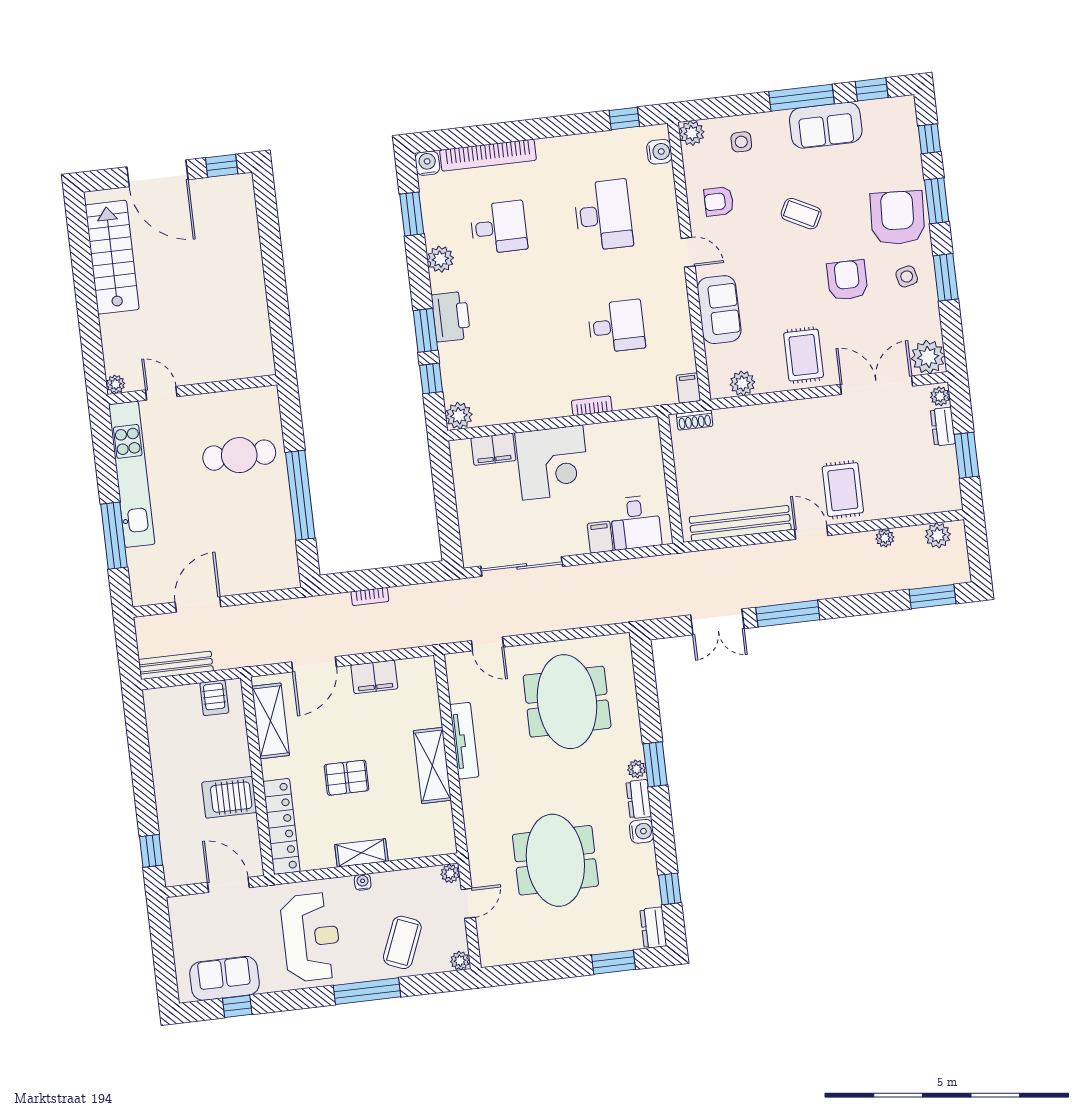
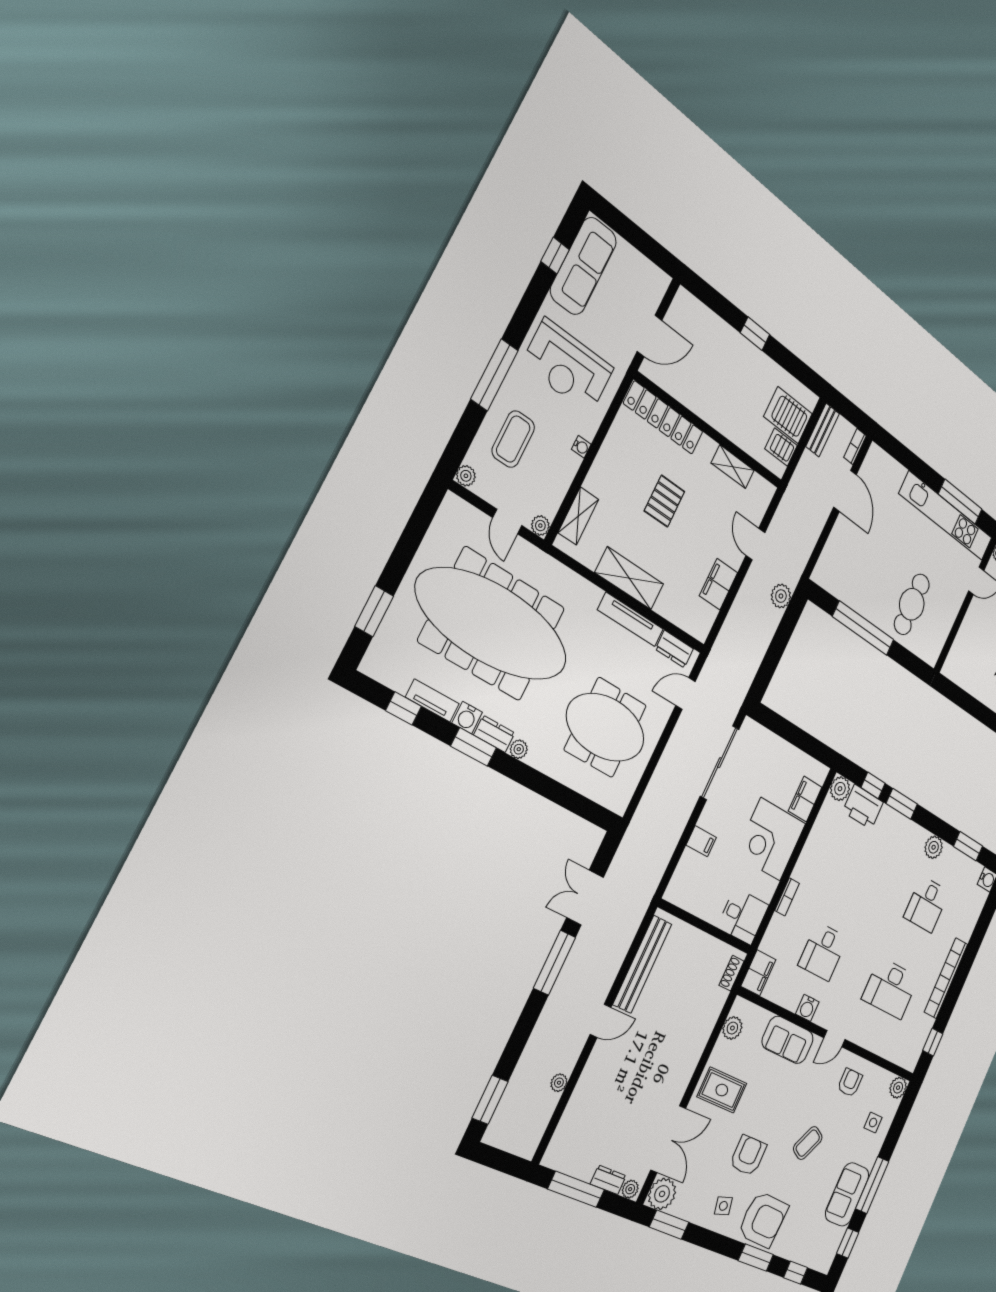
water cooler: (659, 152) -> (807, 1008), moved
bookcase: (488, 155) -> (946, 978), moved
window: (946, 277) -> (669, 1225), moved
armchair: (847, 280) -> (748, 1155), turned -90
printer: (451, 317) -> (863, 807), moved
filing cabinet: (688, 388) -> (758, 973), width x2.00
window: (967, 455) -> (576, 1189), width x1.44
rug: (843, 490) -> (615, 1067), removed
desk: (636, 522) -> (743, 916), moved, turned 180
plant: (938, 535) -> (781, 596), moved
window: (114, 536) -> (960, 502), moved
bookcase: (370, 597) -> (855, 446), moved
door: (314, 664) -> (755, 544), width x0.73
bench: (176, 665) -> (822, 430), width x0.73
shelving: (271, 721) -> (733, 467), width x0.67, depth x0.75
window: (655, 764) -> (474, 747), moved
server rack: (229, 797) -> (788, 415), moved, turned -90
window: (151, 851) -> (755, 334), moved
shelving: (361, 853) -> (578, 516), moved
meeting table: (555, 860) -> (492, 624), width x1.86, depth x1.27
tv unit: (648, 870) -> (432, 700), added
dresser: (653, 928) -> (674, 649), moved, turned 180
coffee table: (402, 942) -> (513, 439), turned 68
sofa: (224, 978) -> (583, 266), width x1.36

